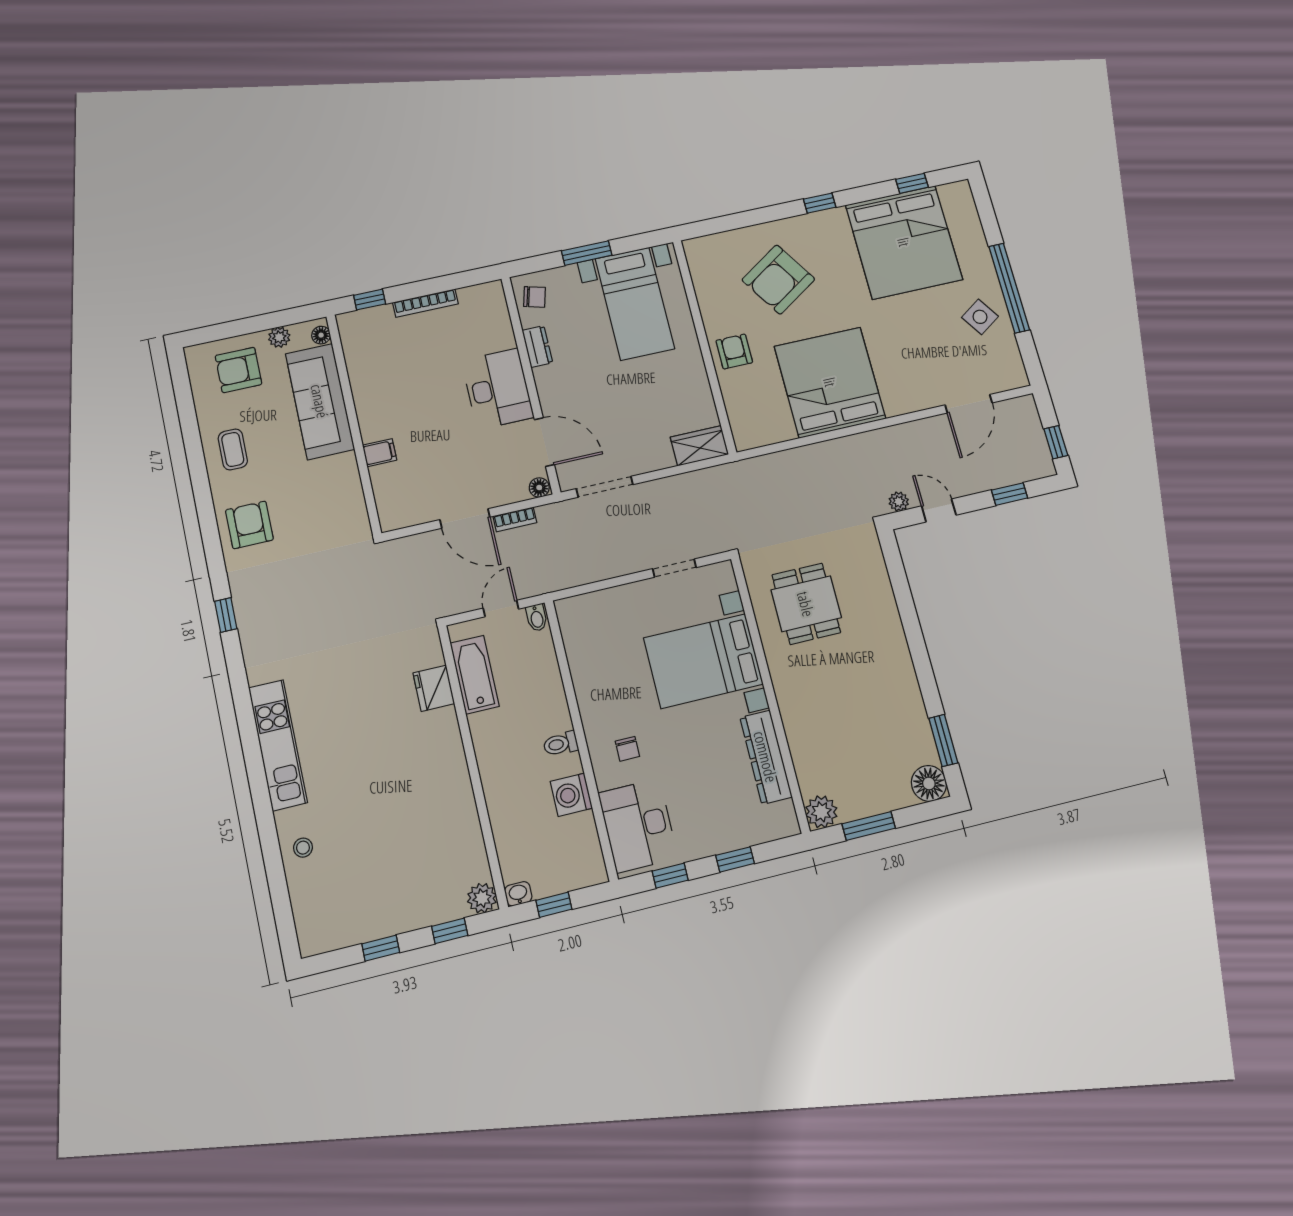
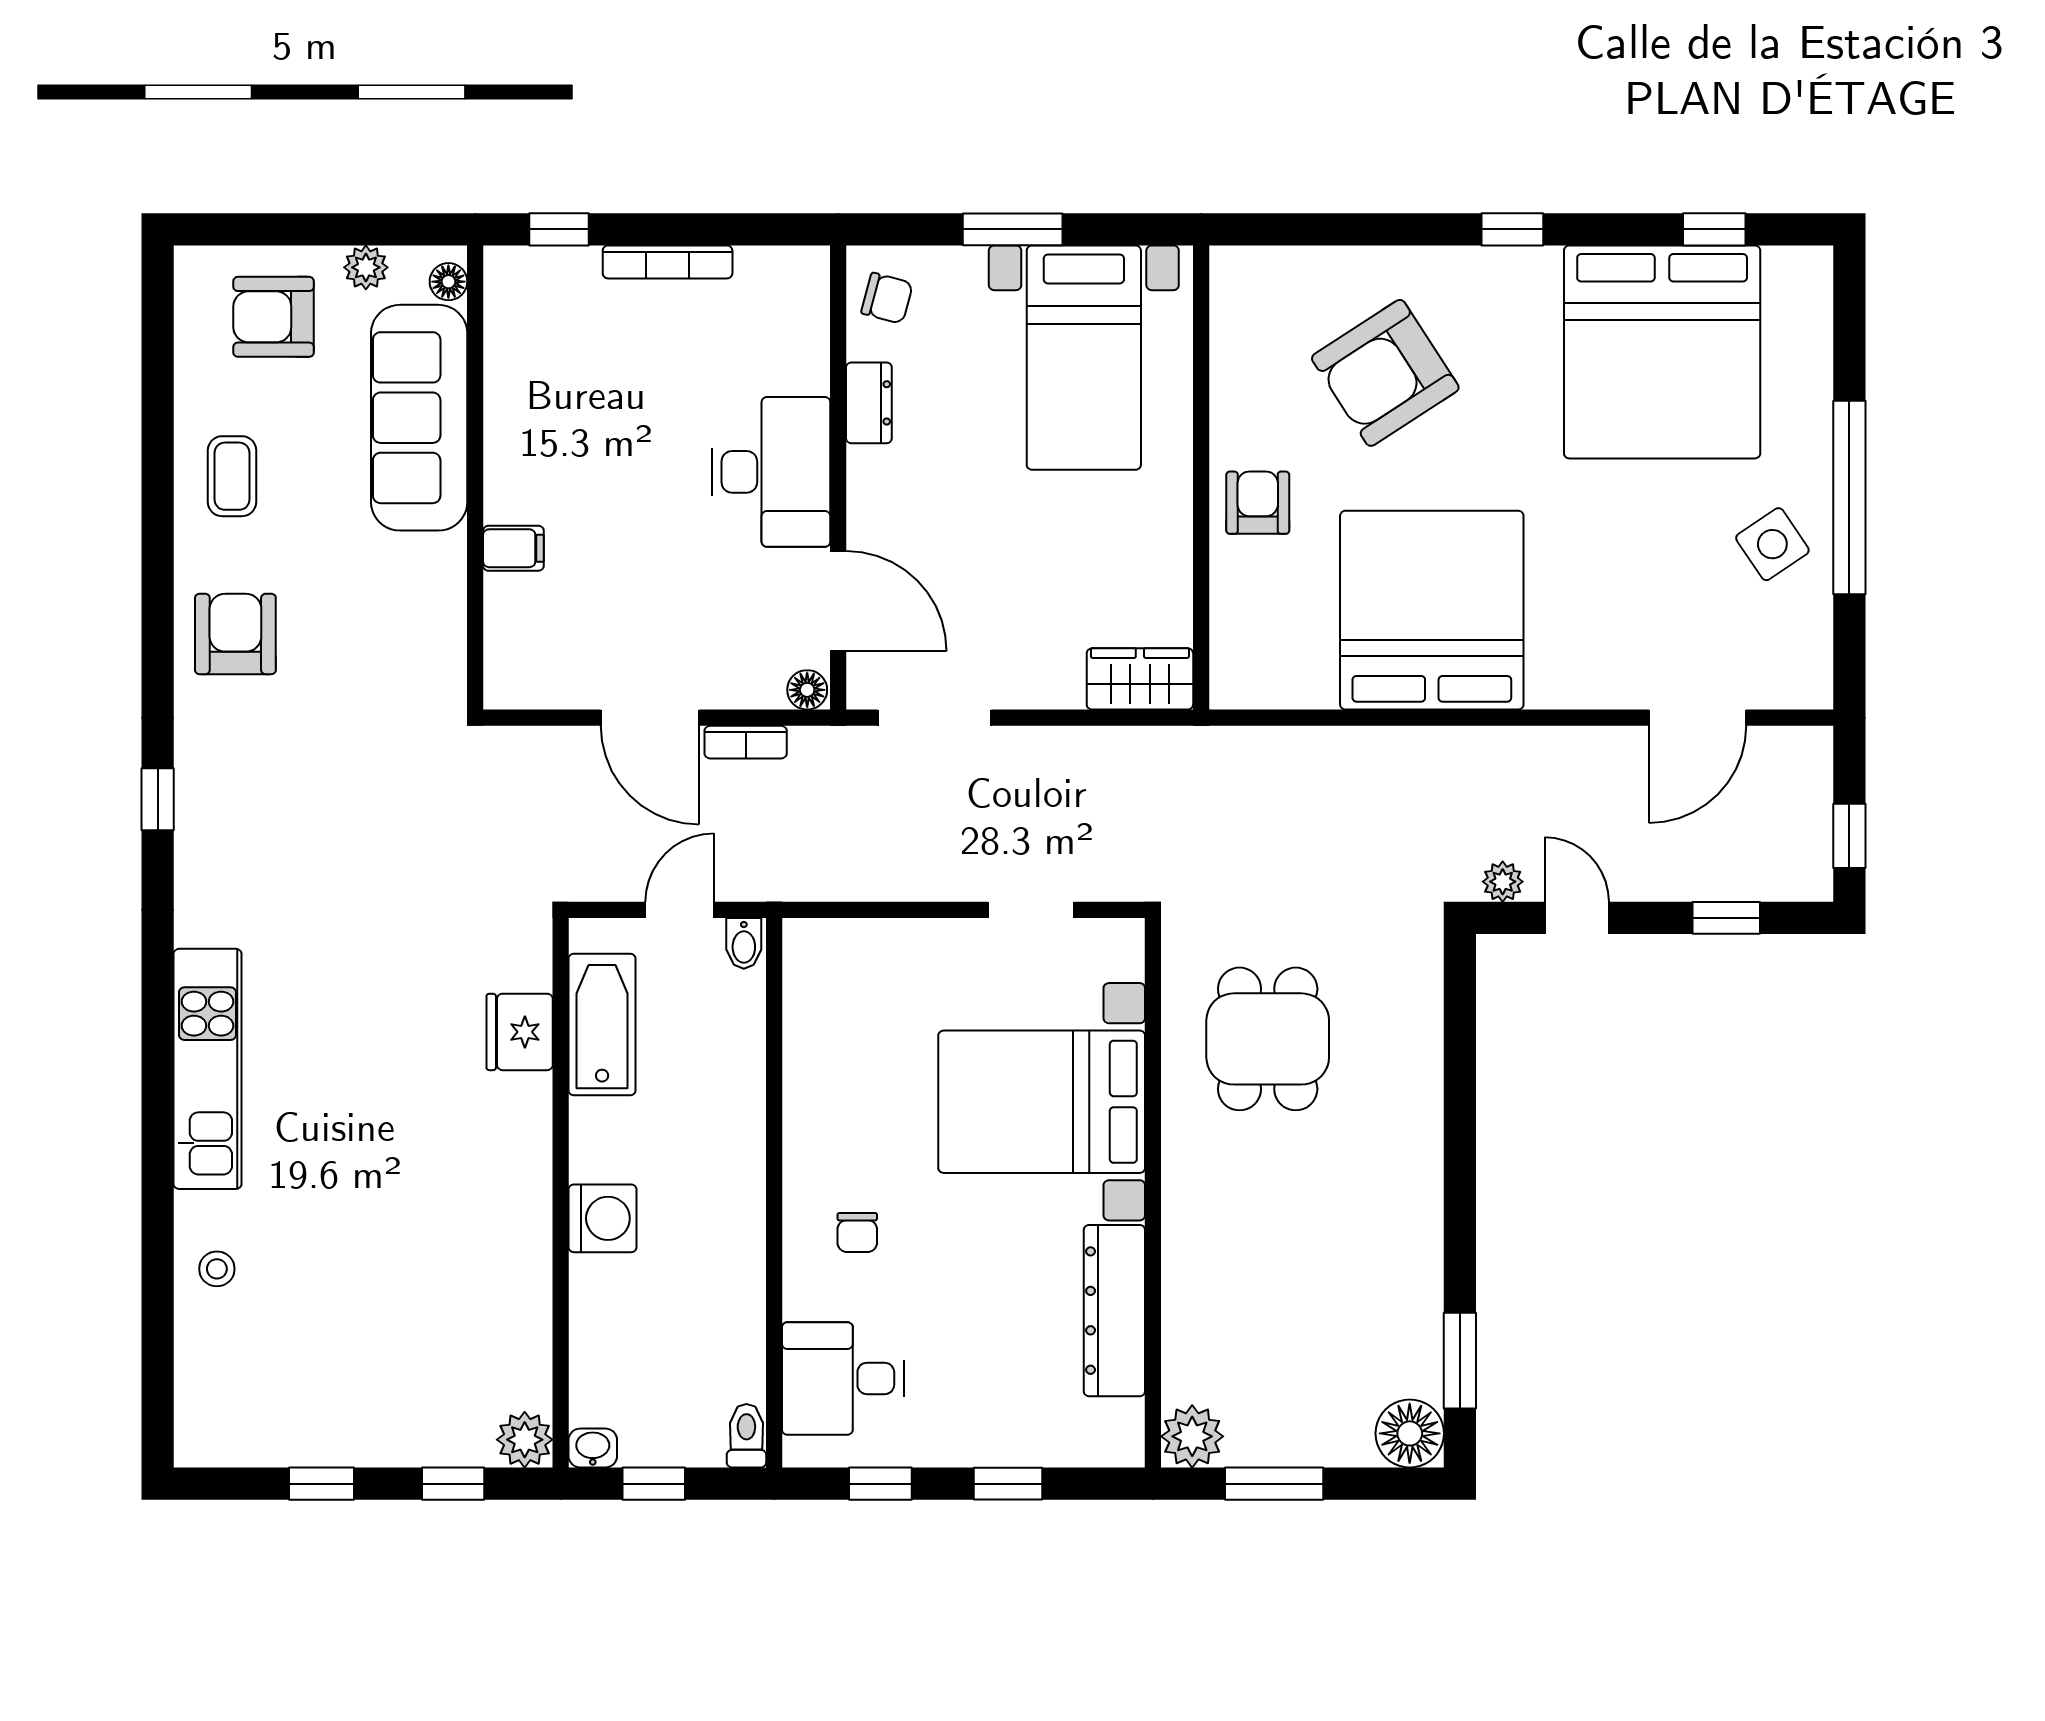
toilet: (561, 744) -> (746, 1436), moved, turned 90
washing machine: (571, 795) -> (603, 1218), moved, turned 180
desk: (638, 826) -> (843, 1378), width x0.73

